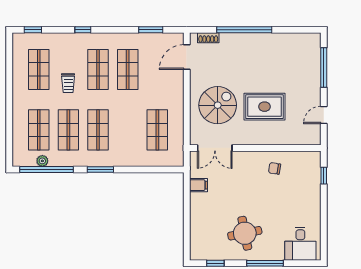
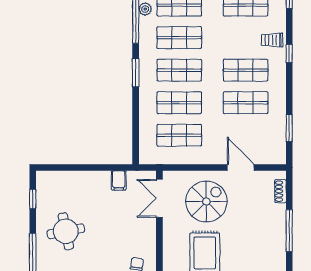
window: (244, 30) -> (289, 231), width x0.68
door: (187, 57) -> (241, 168), moved
trolley: (68, 83) -> (272, 40), moved
spiral stairs: (218, 105) -> (206, 202), turned -90
shop shelf: (128, 130) -> (179, 103), added

